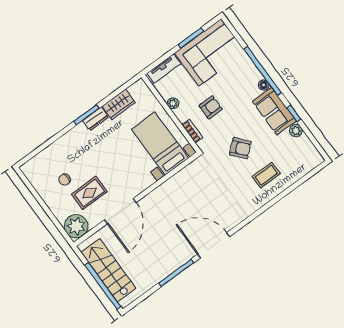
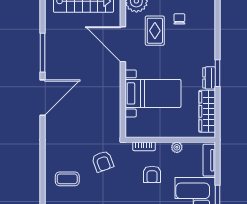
wardrobe: (119, 104) -> (207, 111), width x1.50
bed with nightstands: (160, 144) -> (153, 93), moved
armchair: (240, 148) -> (103, 161), moved, turned -69
coffee table: (266, 175) -> (67, 179), turned 90

